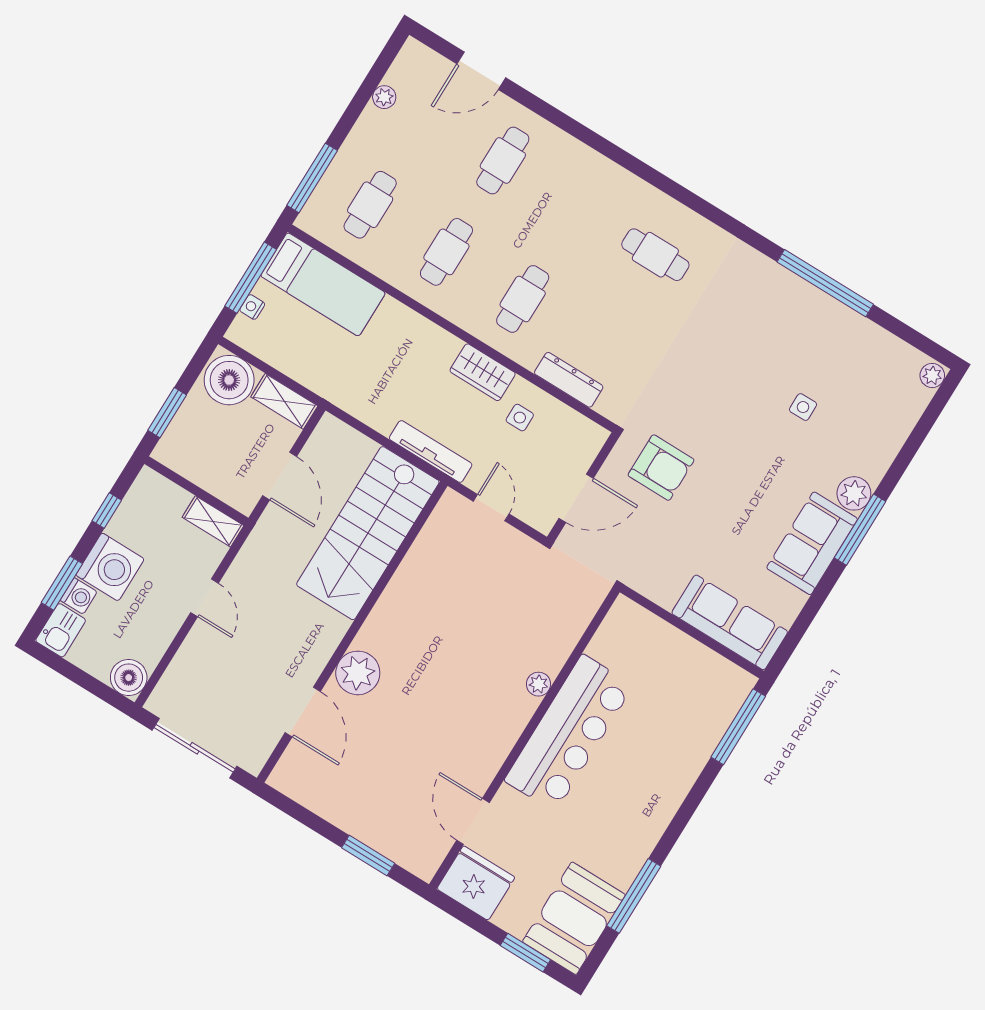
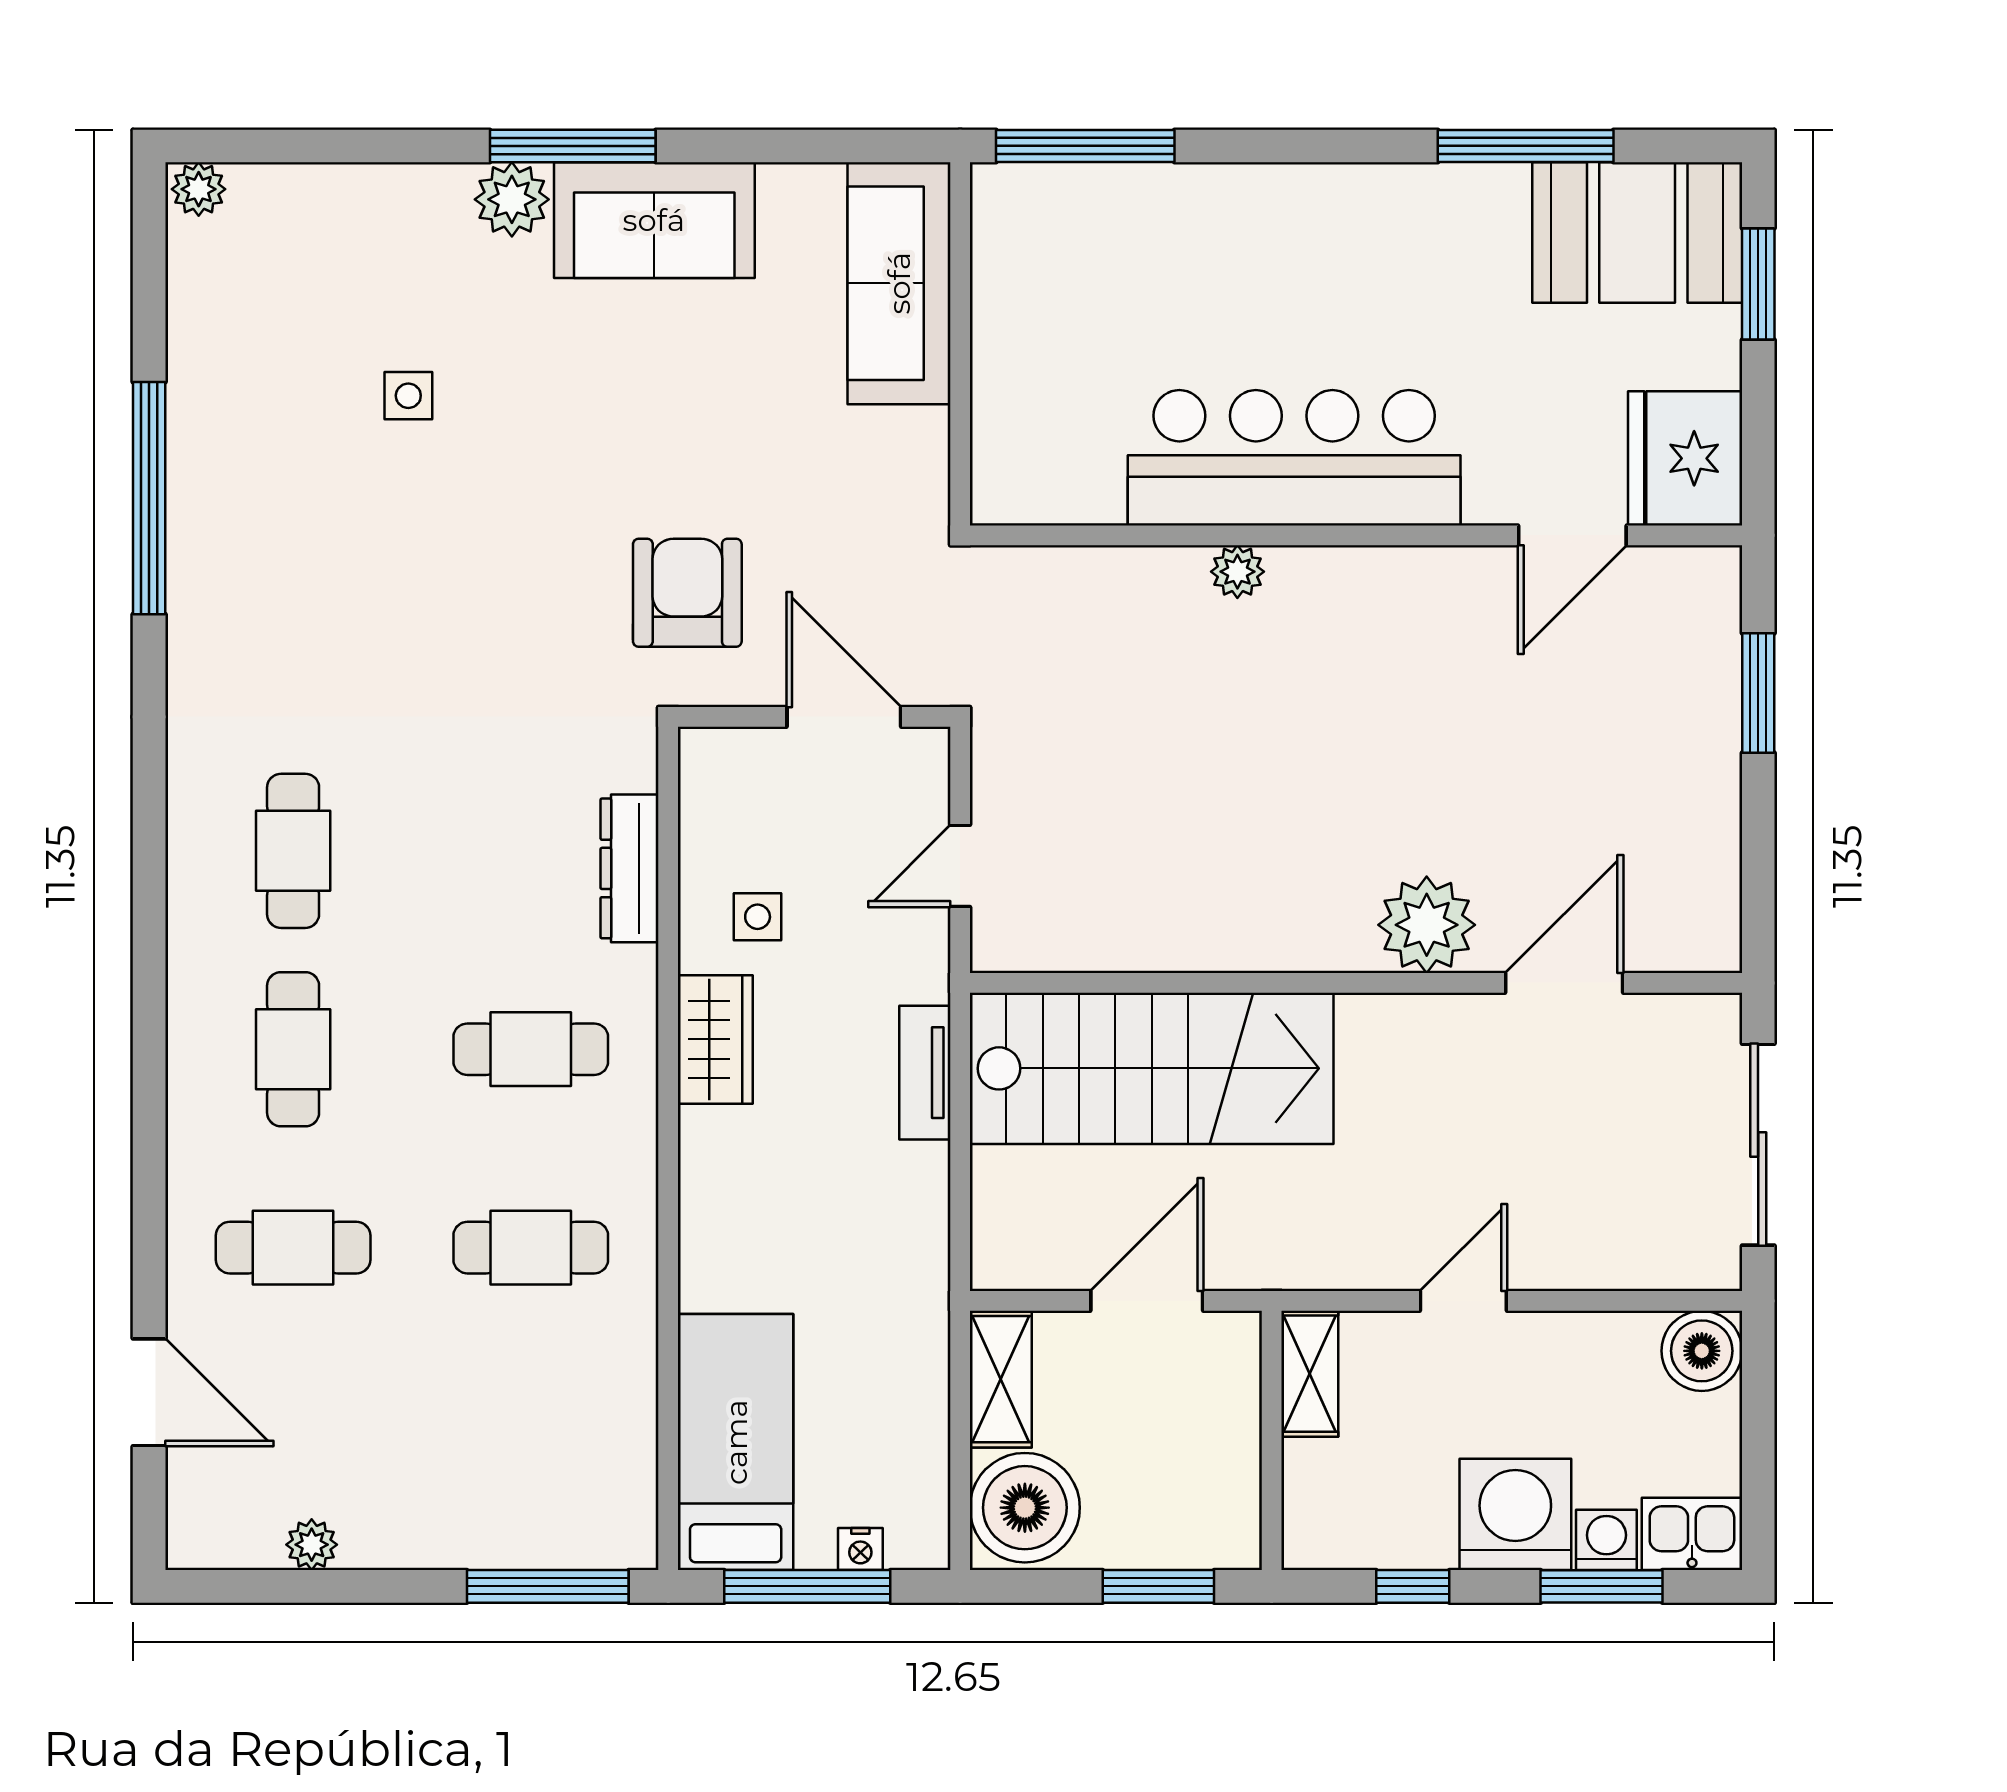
cafe table: (370, 205) -> (293, 1049), moved, turned 90
tv unit: (431, 451) -> (925, 1073), width x0.71

